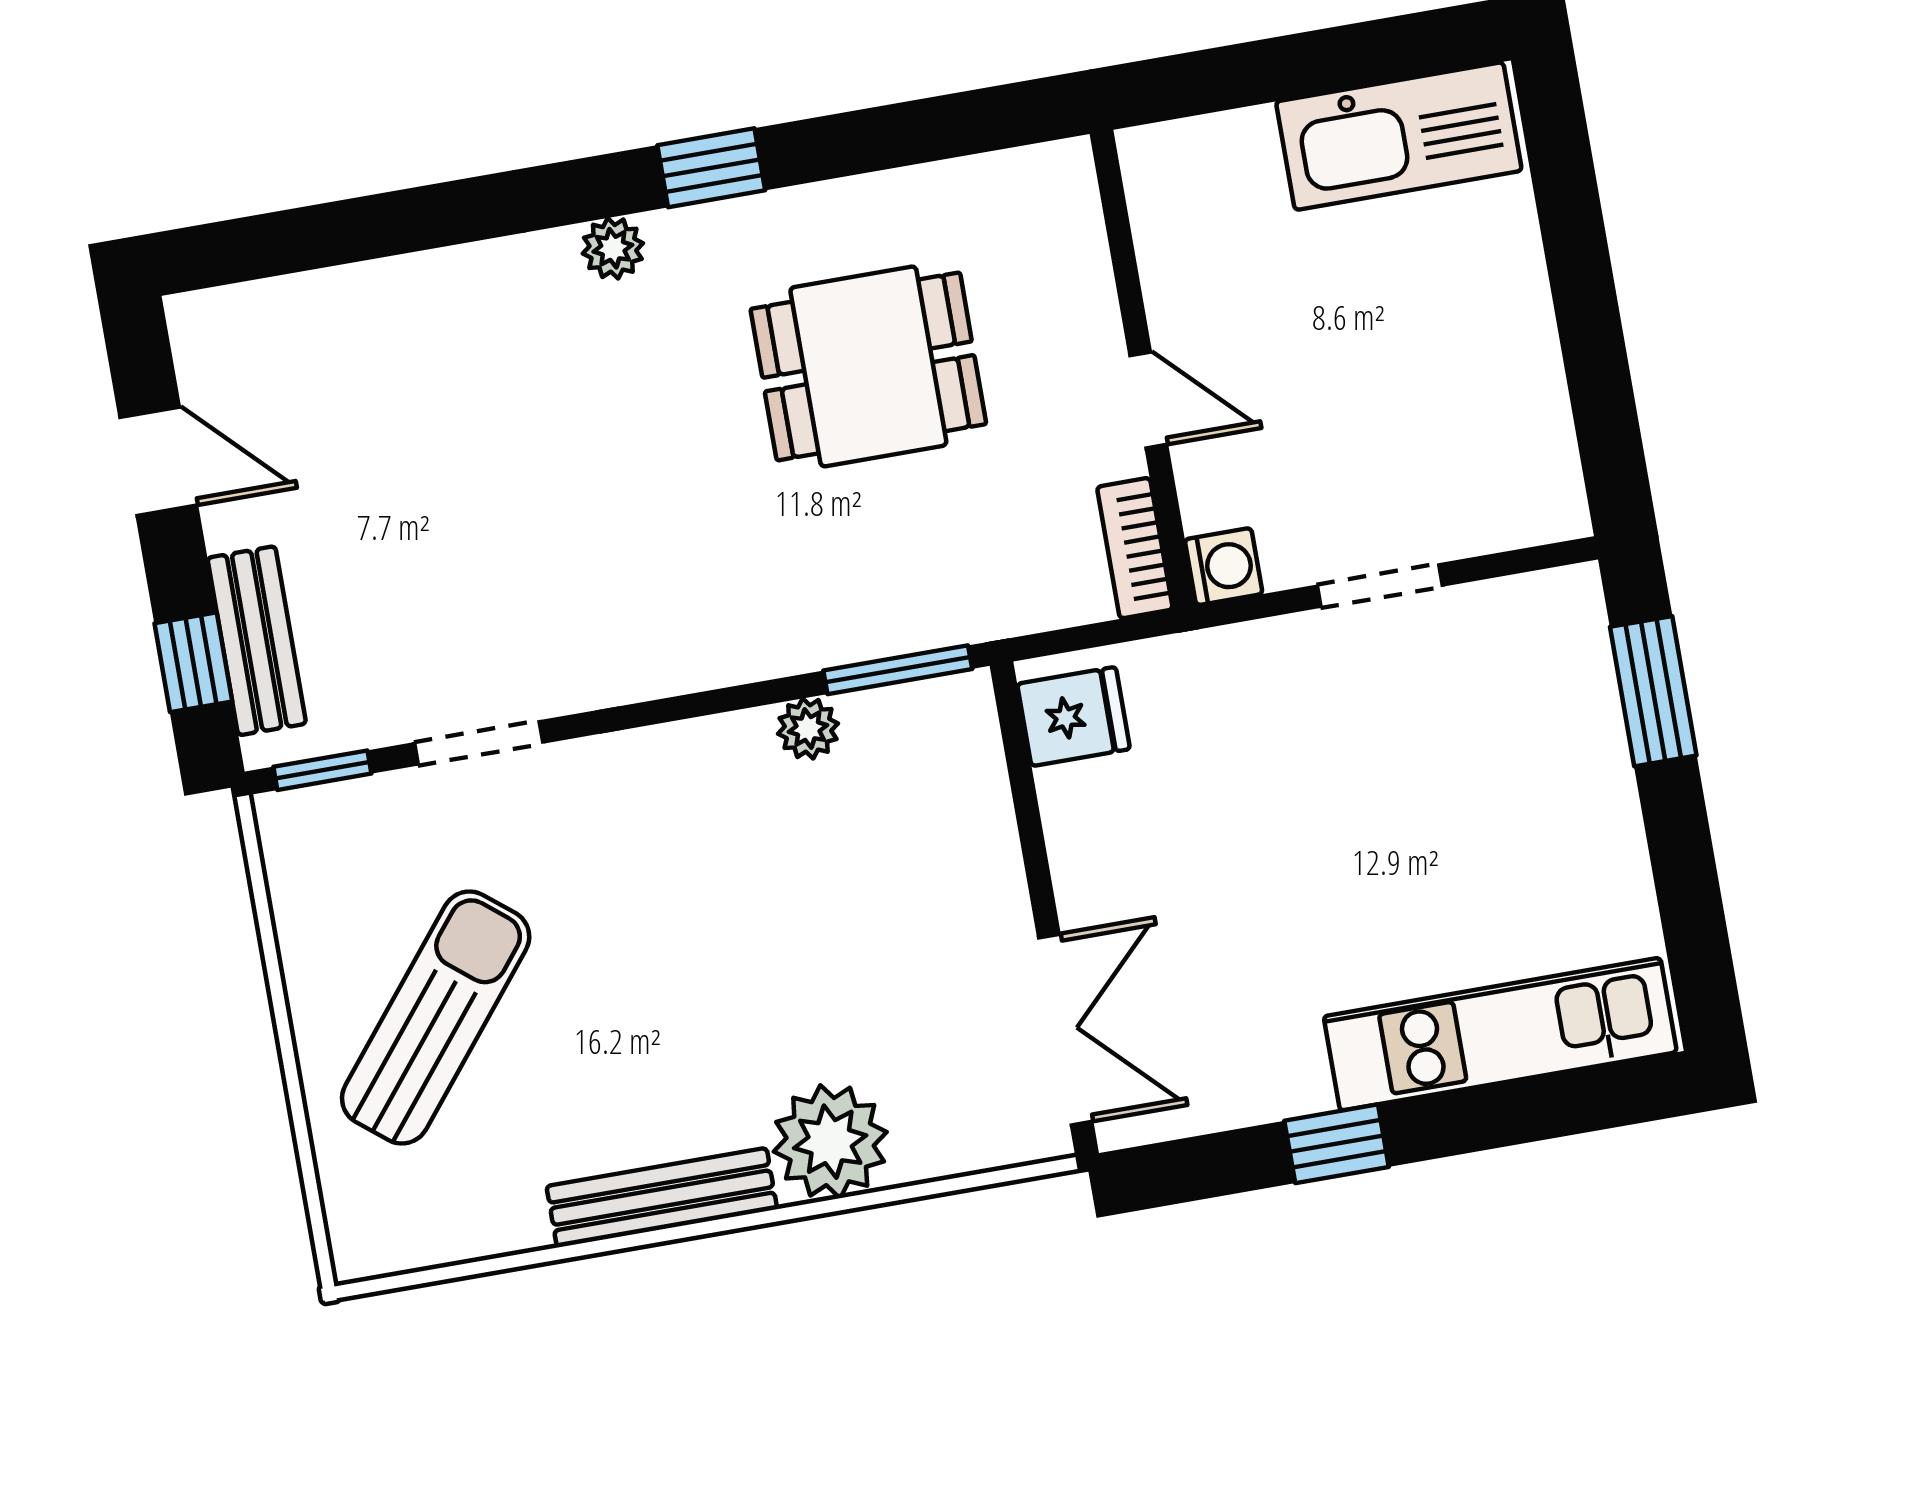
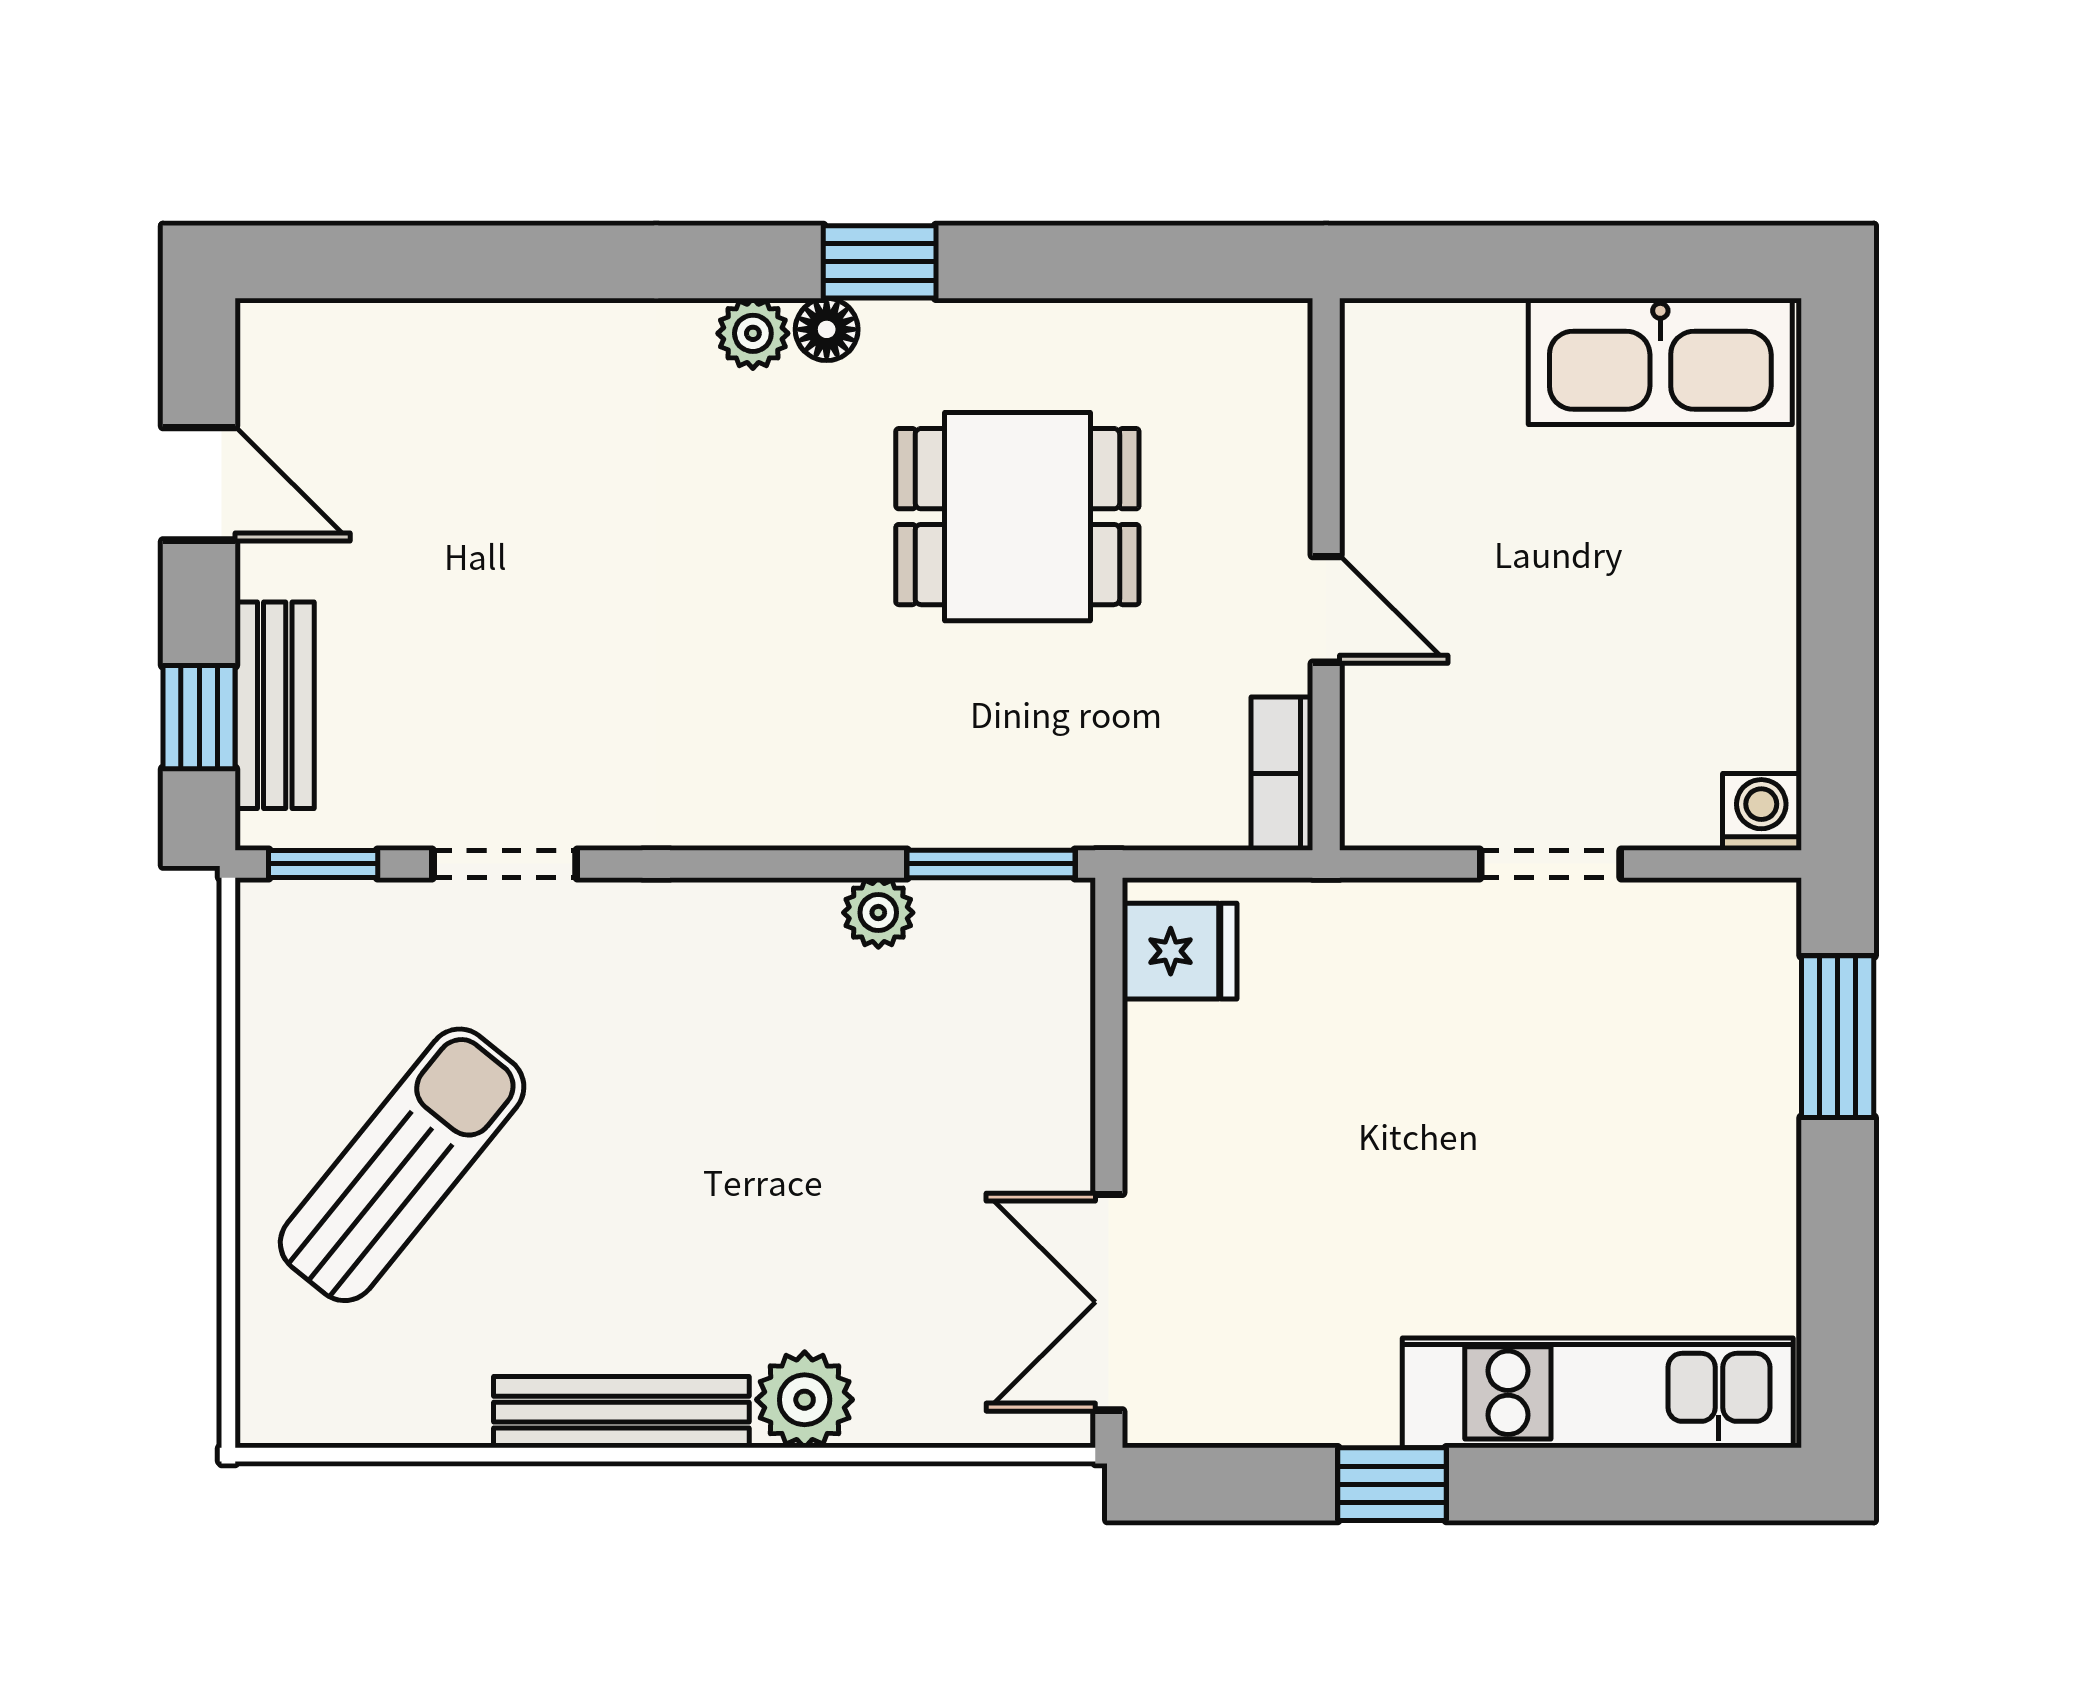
floor lamp: (676, 234) -> (827, 329), added
washing machine: (1224, 567) -> (1761, 812), moved, turned -90
double door: (1065, 1030) -> (1109, 1302), swing flipped
plant: (830, 1142) -> (805, 1400), width x0.73, depth x0.73

